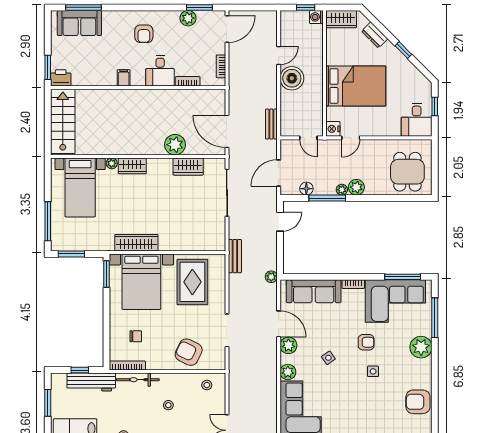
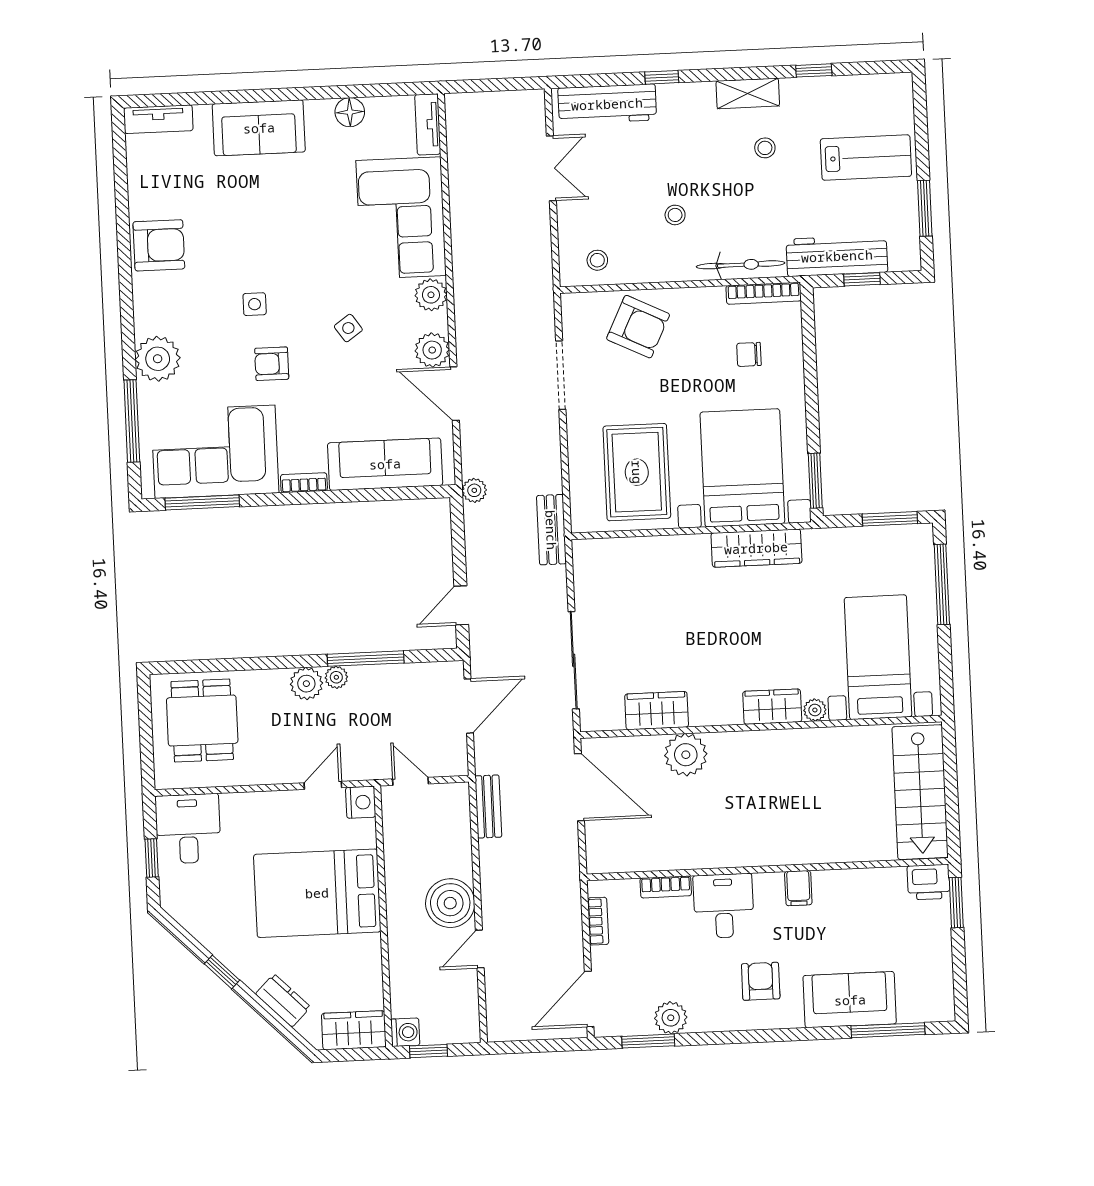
sofa: (79, 23) -> (850, 1000), moved
floor lamp: (306, 189) -> (410, 676), removed

